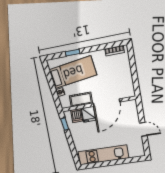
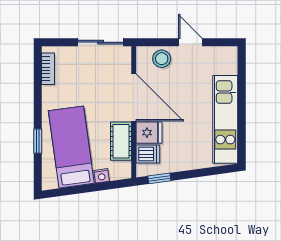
sliding door: (135, 78) -> (101, 42), added
stool: (131, 115) -> (162, 59), added
door: (143, 129) -> (190, 42), hinge flipped

